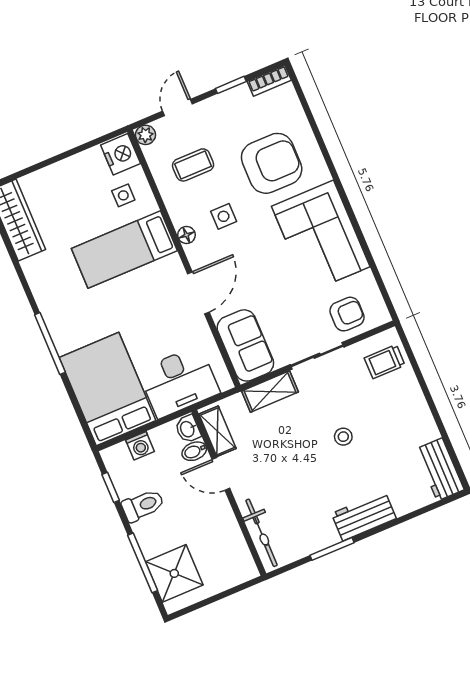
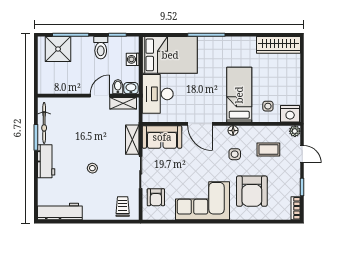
coffee table: (193, 165) -> (268, 149), turned 90
workbench: (440, 469) -> (60, 212), width x1.38
bicycle: (261, 533) -> (44, 123), moved, turned -90

